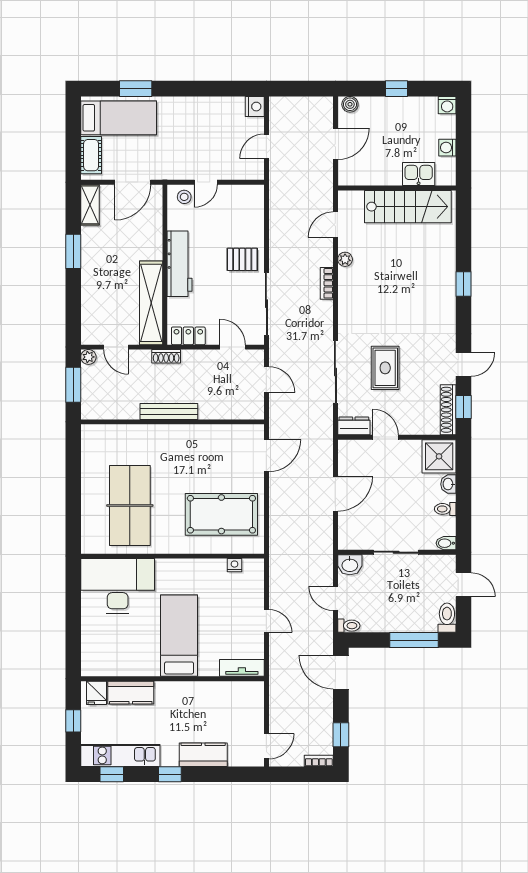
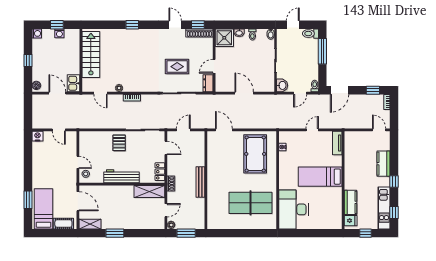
window: (464, 143) -> (57, 25), added
kitchen sink: (419, 174) -> (74, 83), moved
shelving: (151, 303) -> (149, 191), width x0.68
door: (233, 347) -> (166, 148), swing flipped

